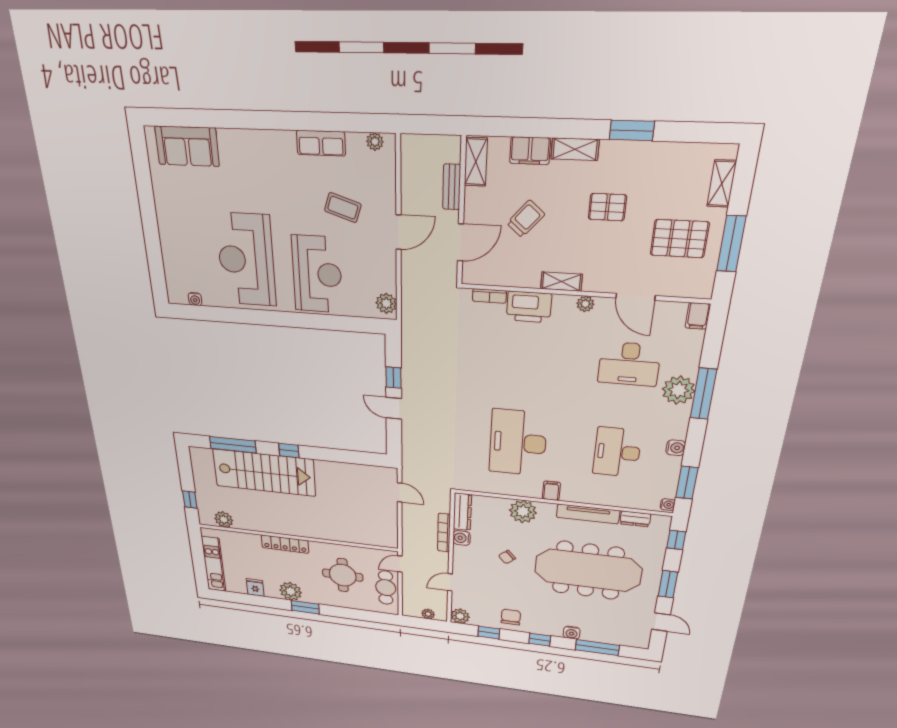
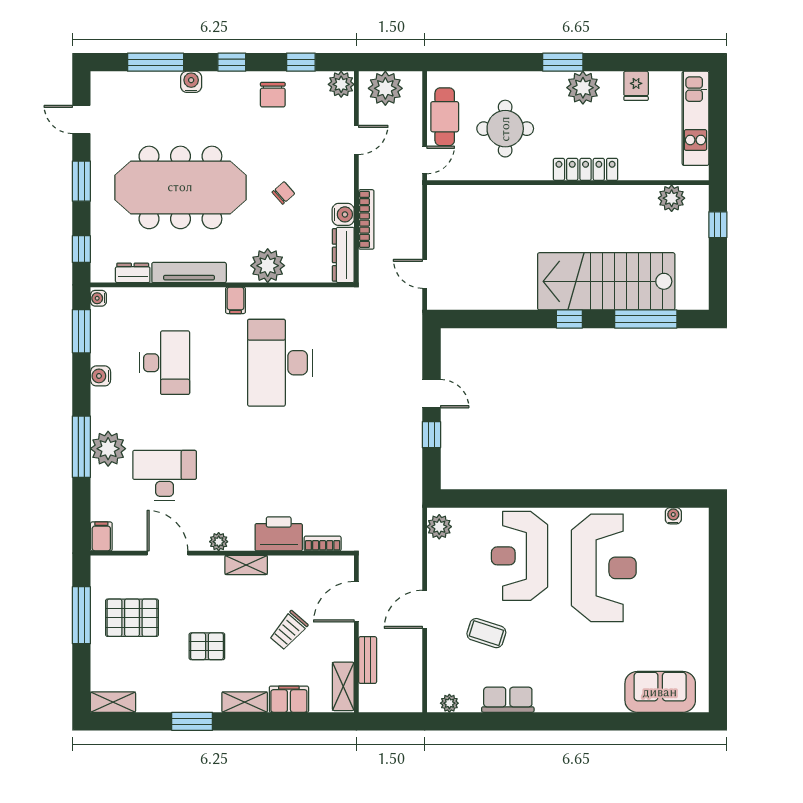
shelving: (722, 184) -> (113, 702), moved, turned 90
desk: (518, 443) -> (280, 363), turned 180
plant: (428, 614) -> (385, 88), width x1.87, depth x1.87

